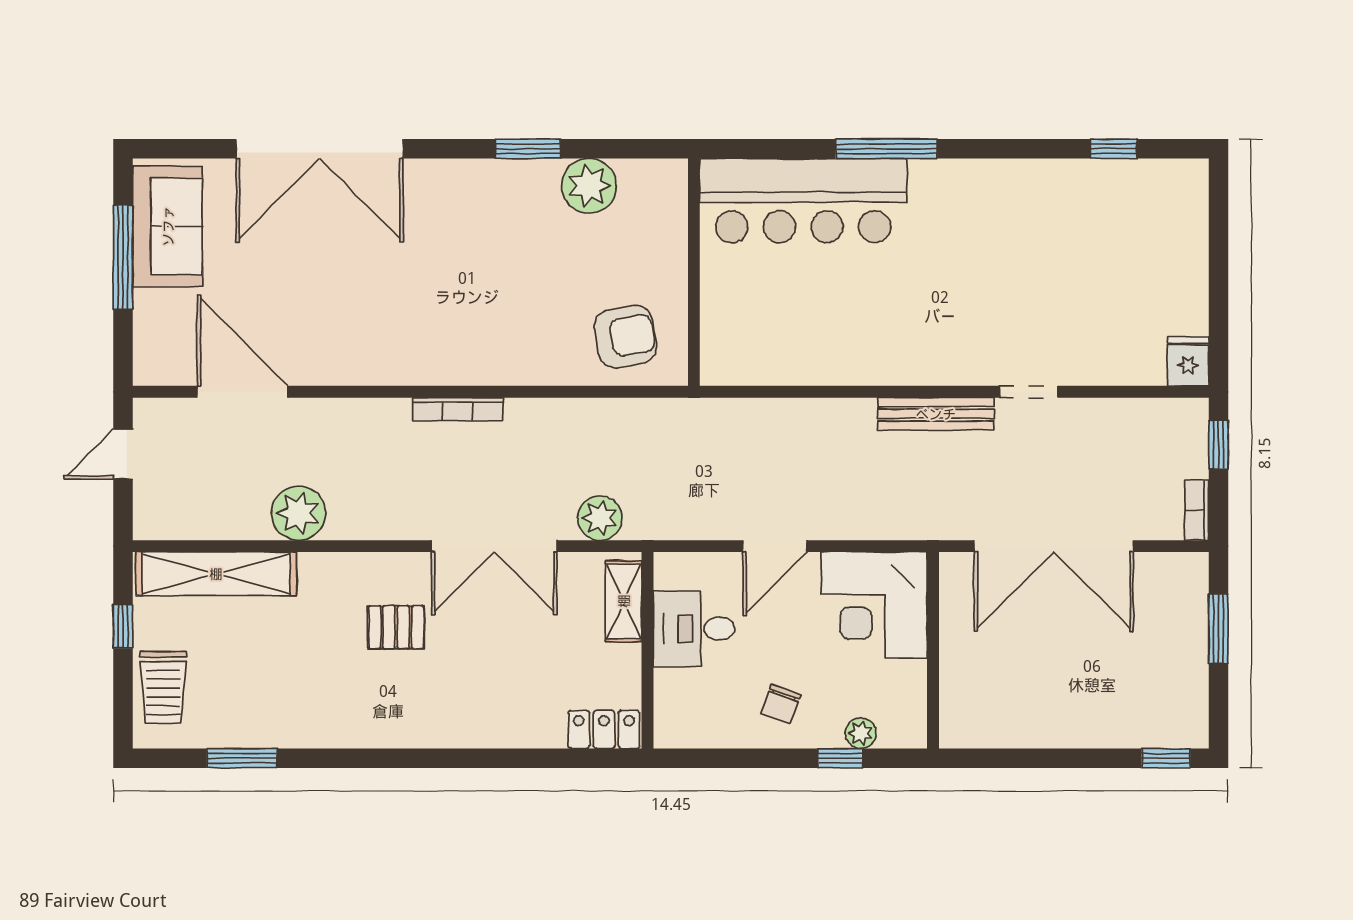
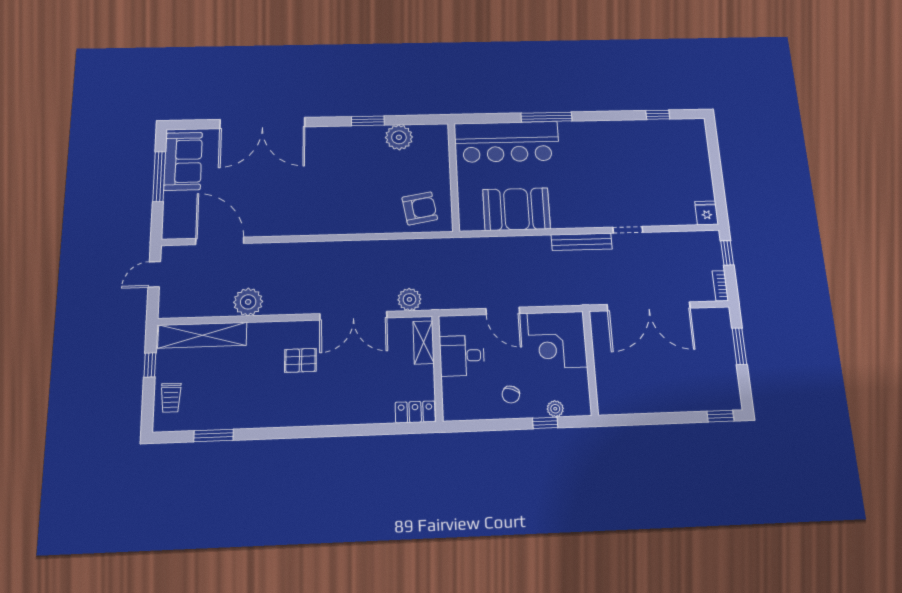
booth: (814, 343) -> (516, 209), added
bookcase: (458, 409) -> (333, 246), removed
door: (775, 546) -> (503, 311), hinge flipped
trolley: (163, 687) -> (171, 398), width x0.73, depth x0.72

